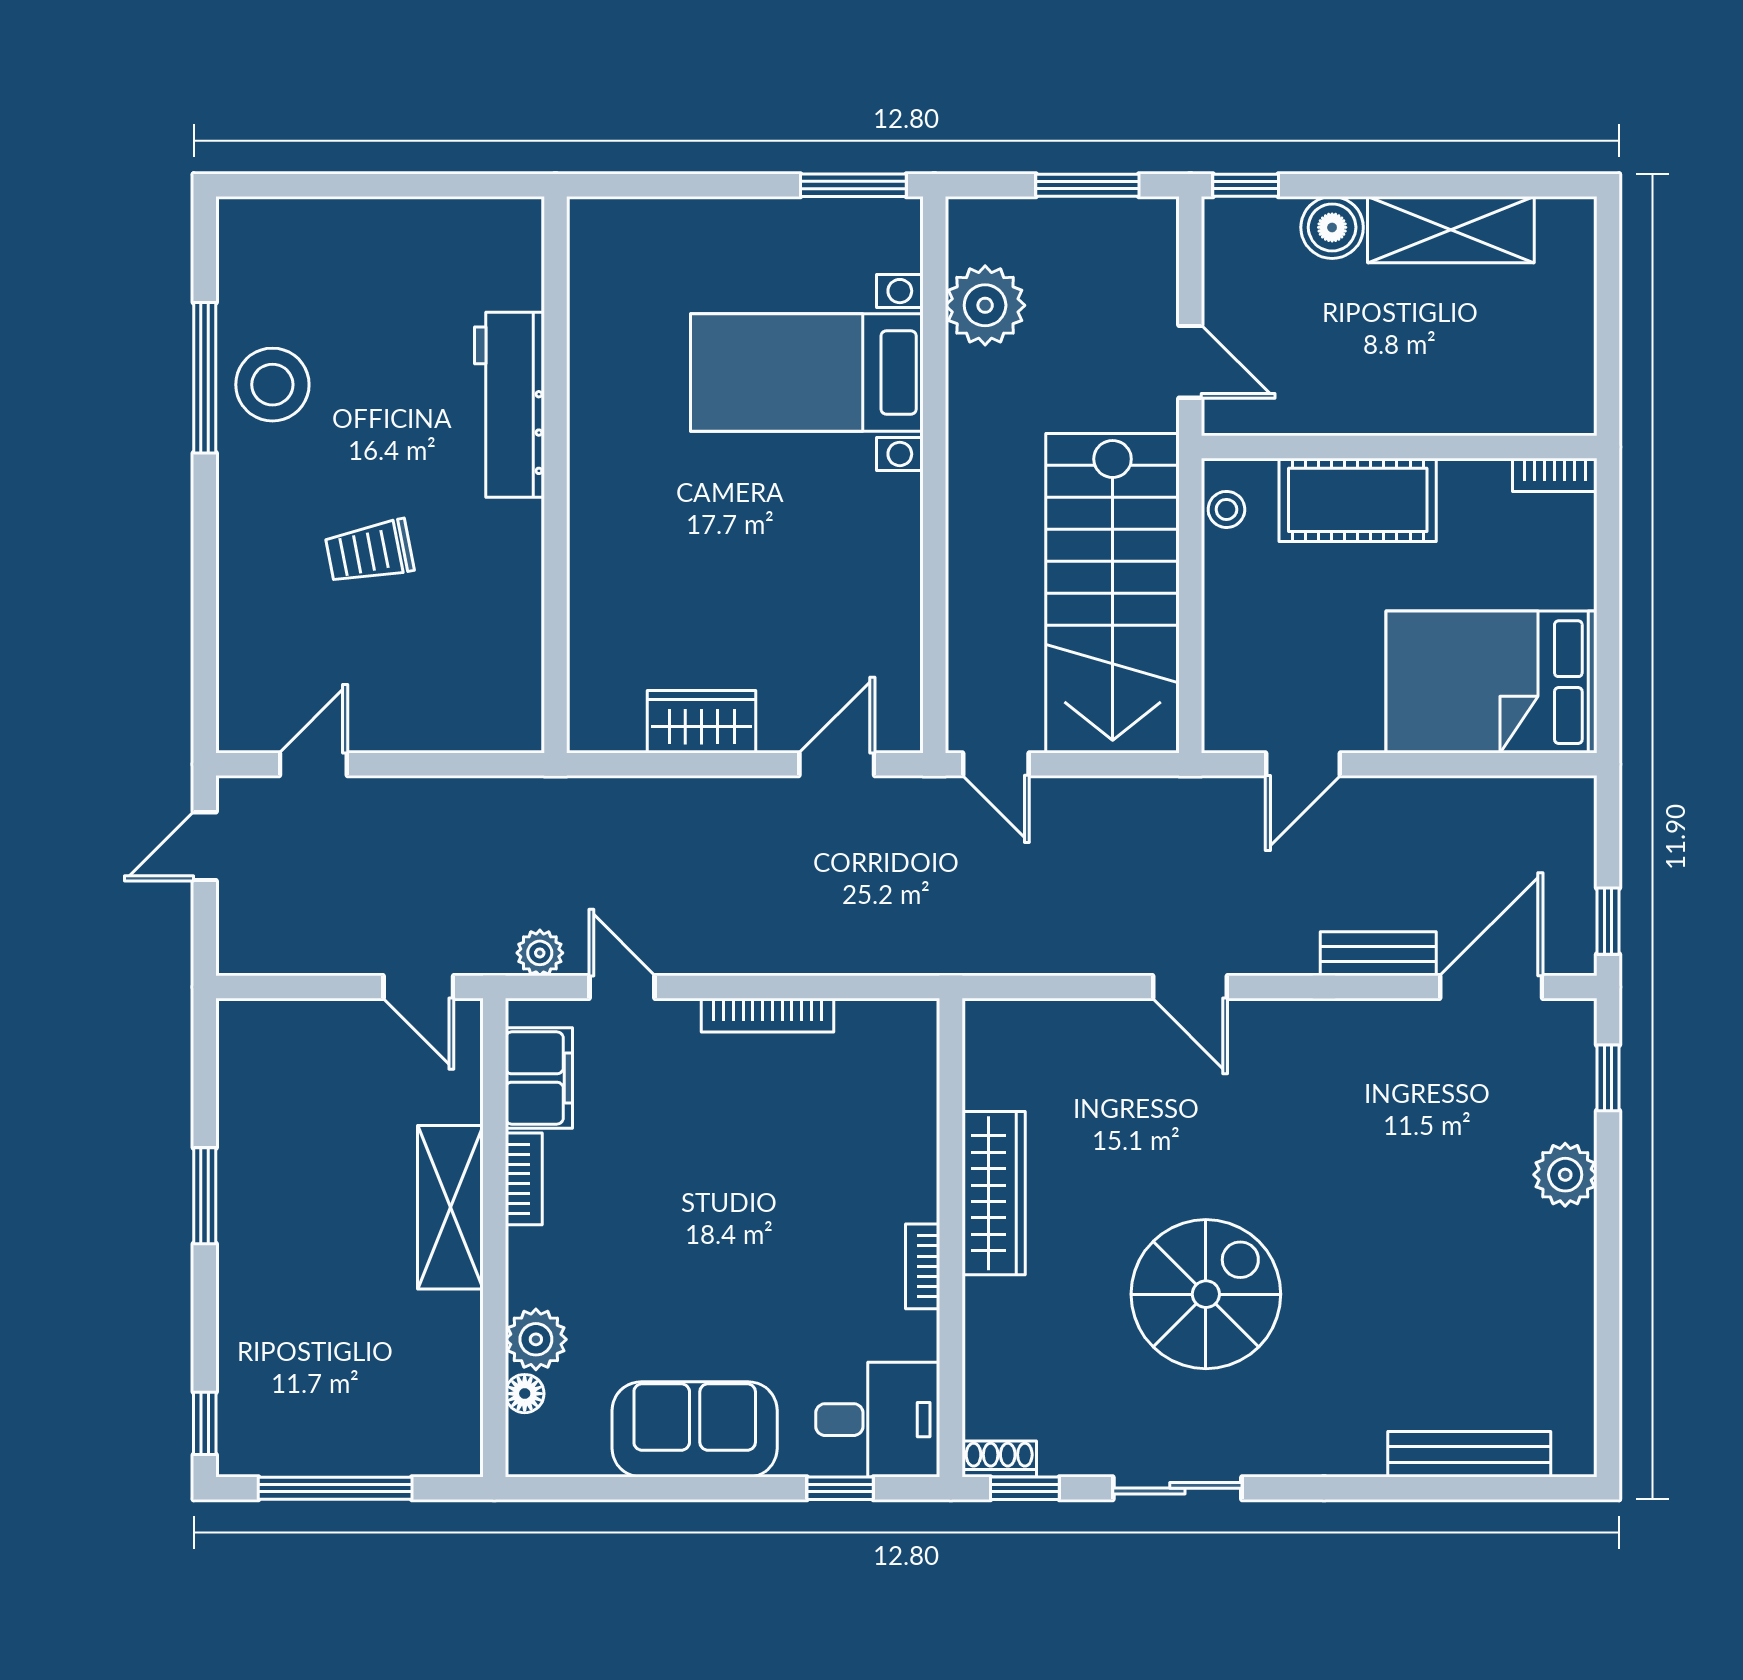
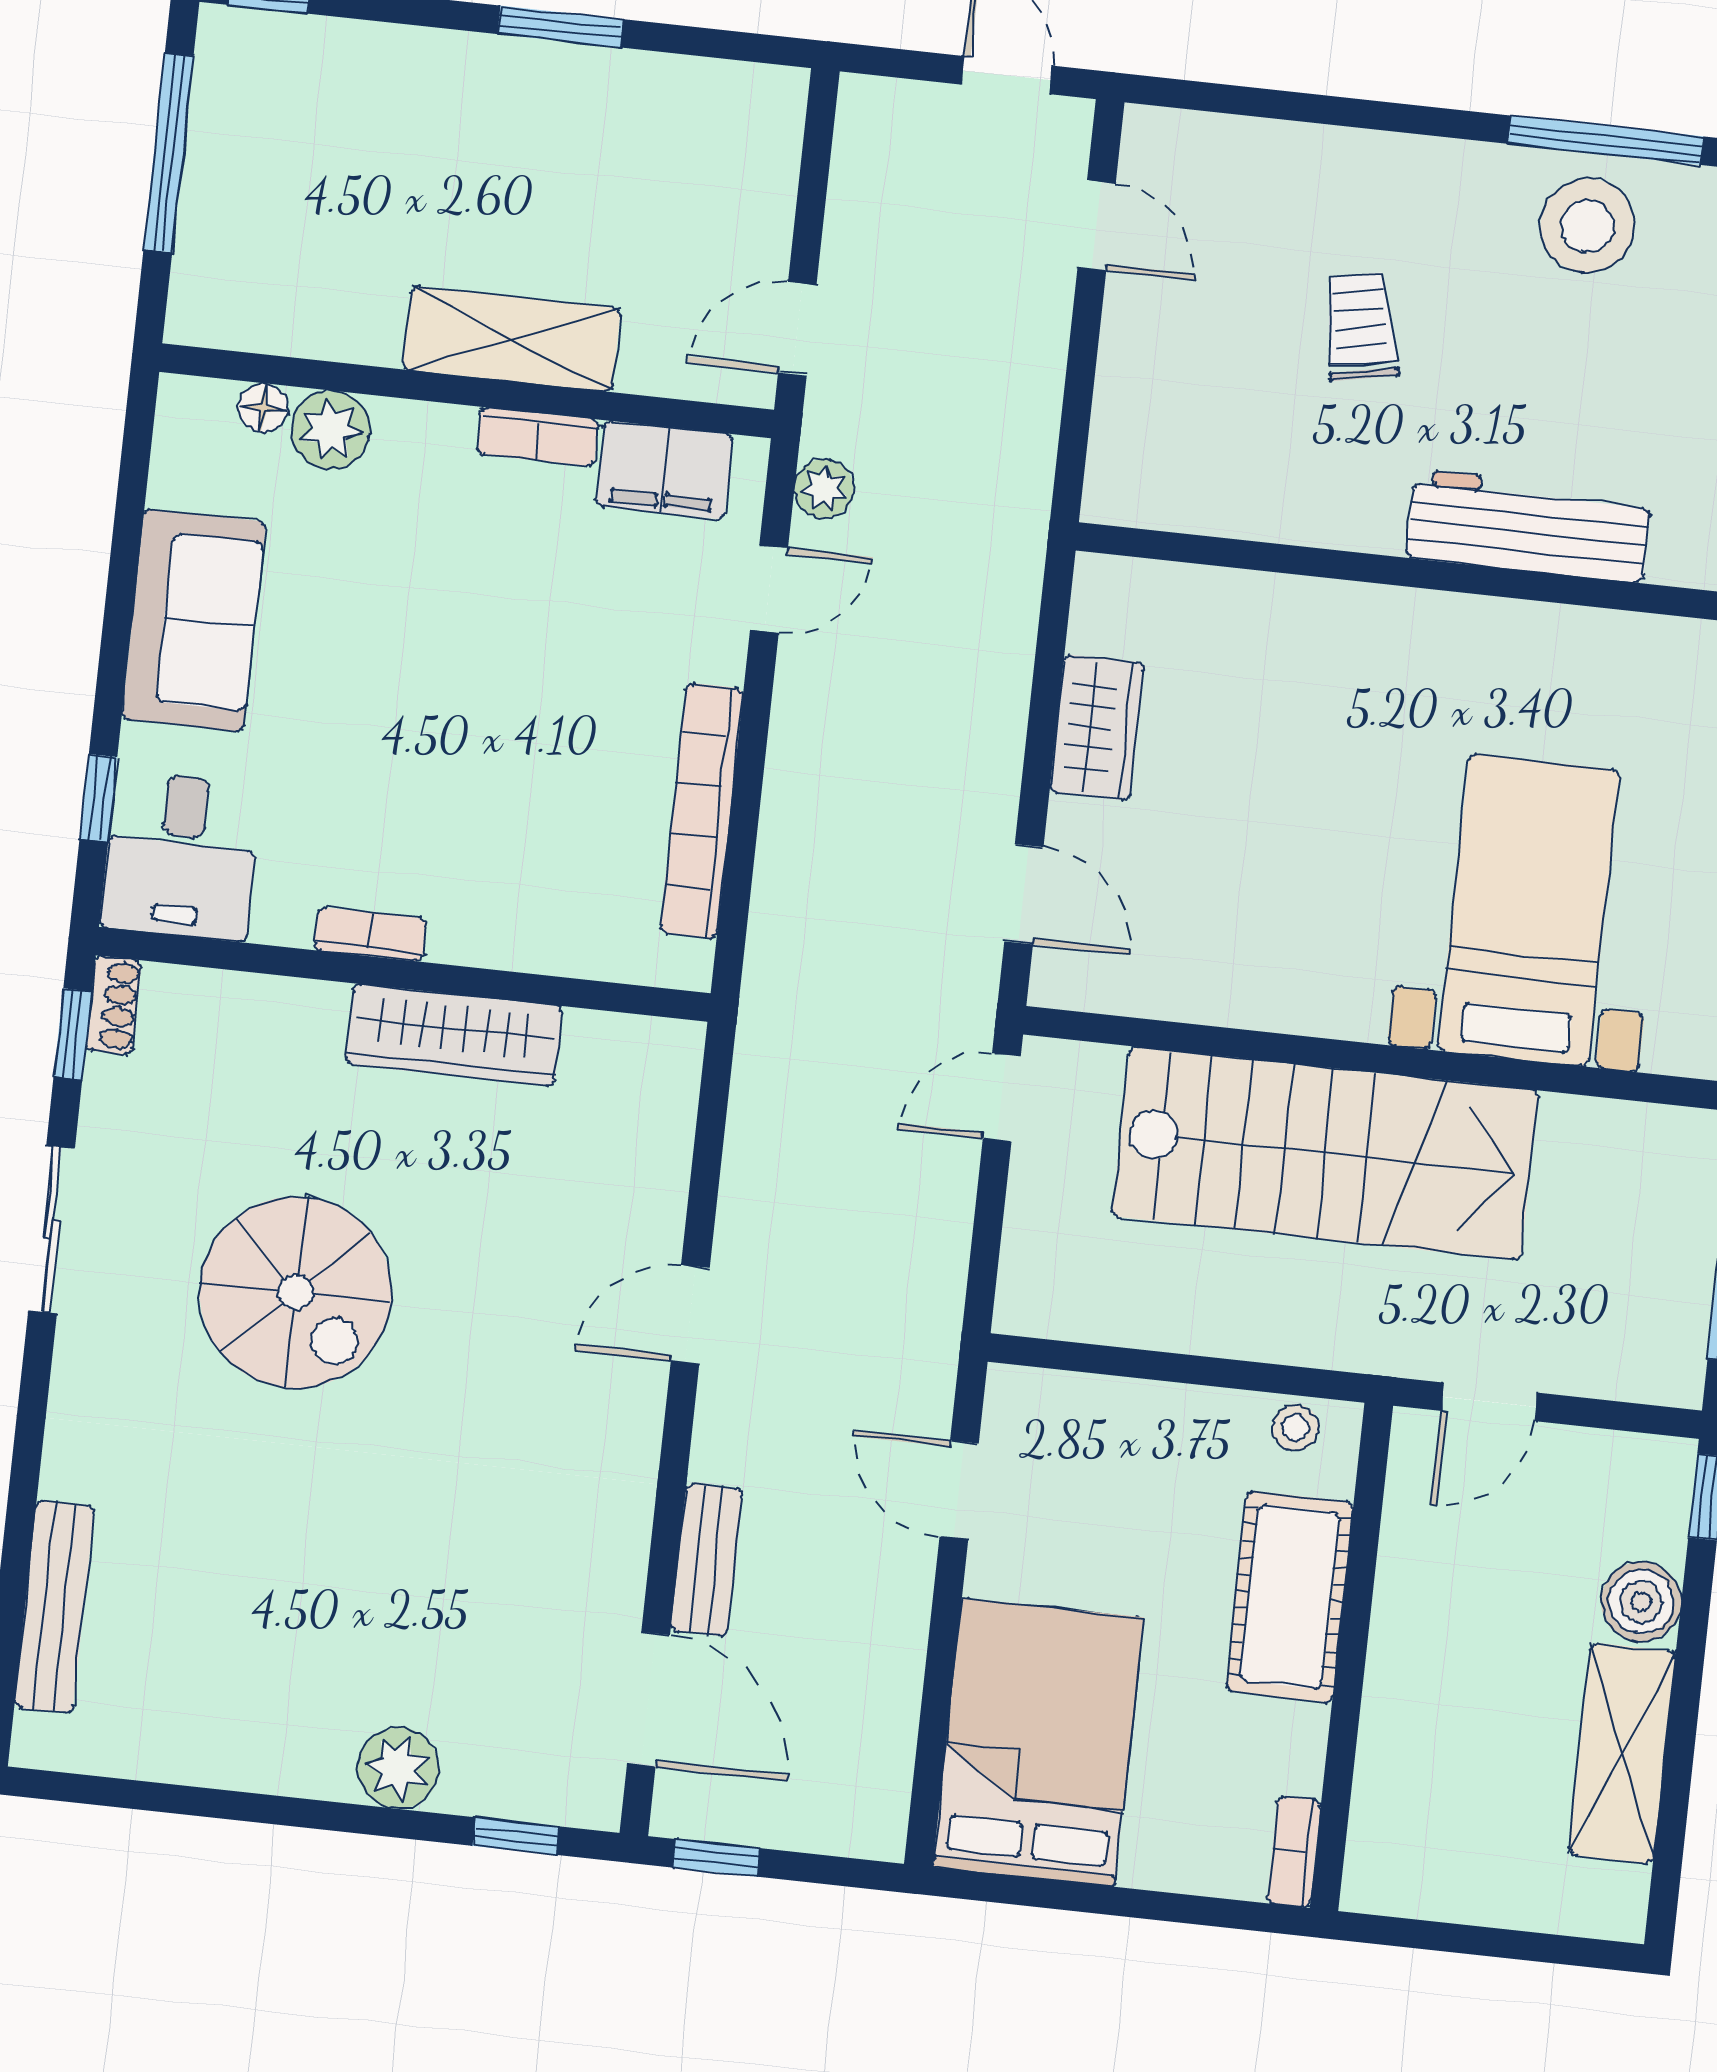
plant: (985, 305) -> (1590, 1147), removed
stairs: (1113, 593) -> (1325, 1153), moved, turned 180
bookcase: (767, 1015) -> (702, 811), width x1.48, depth x1.31

